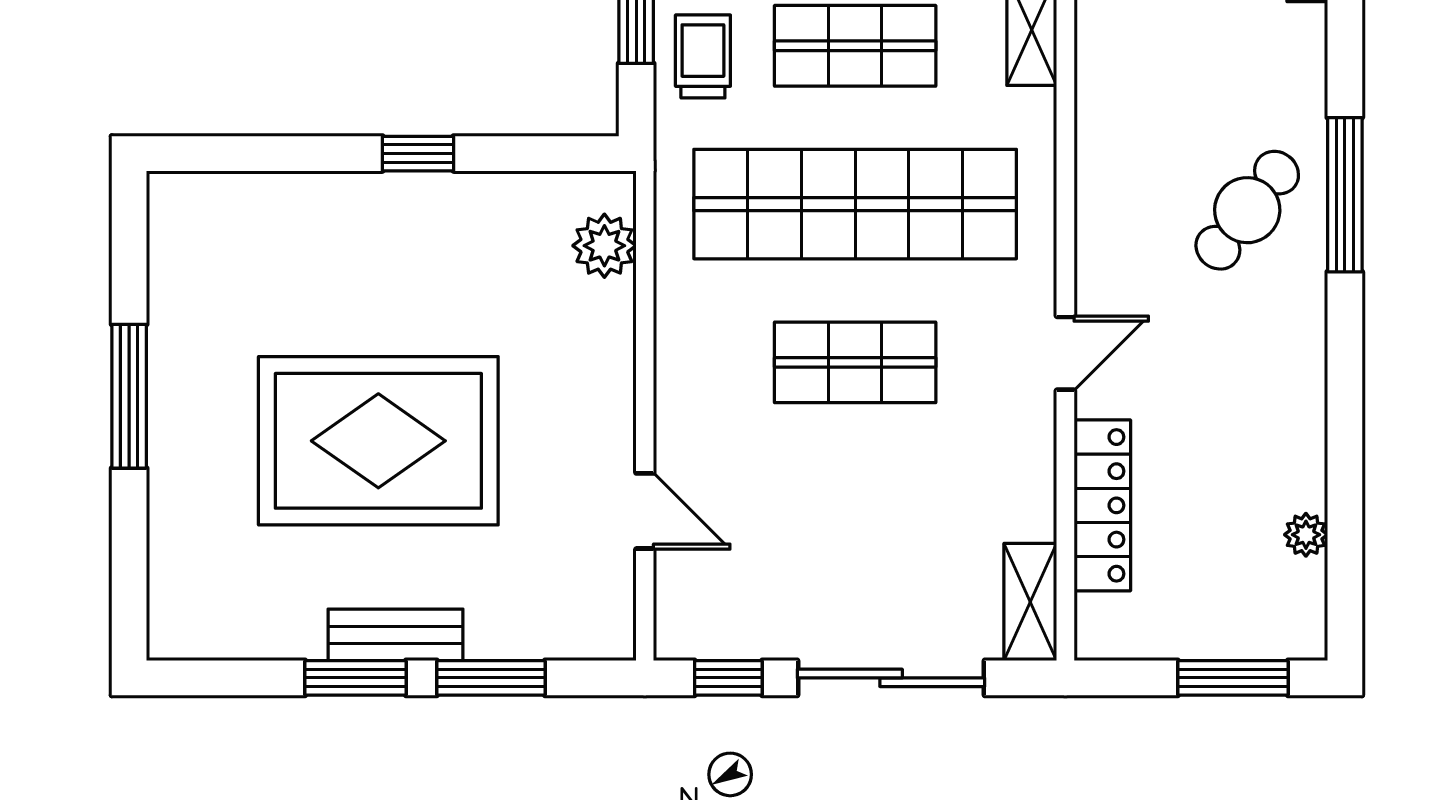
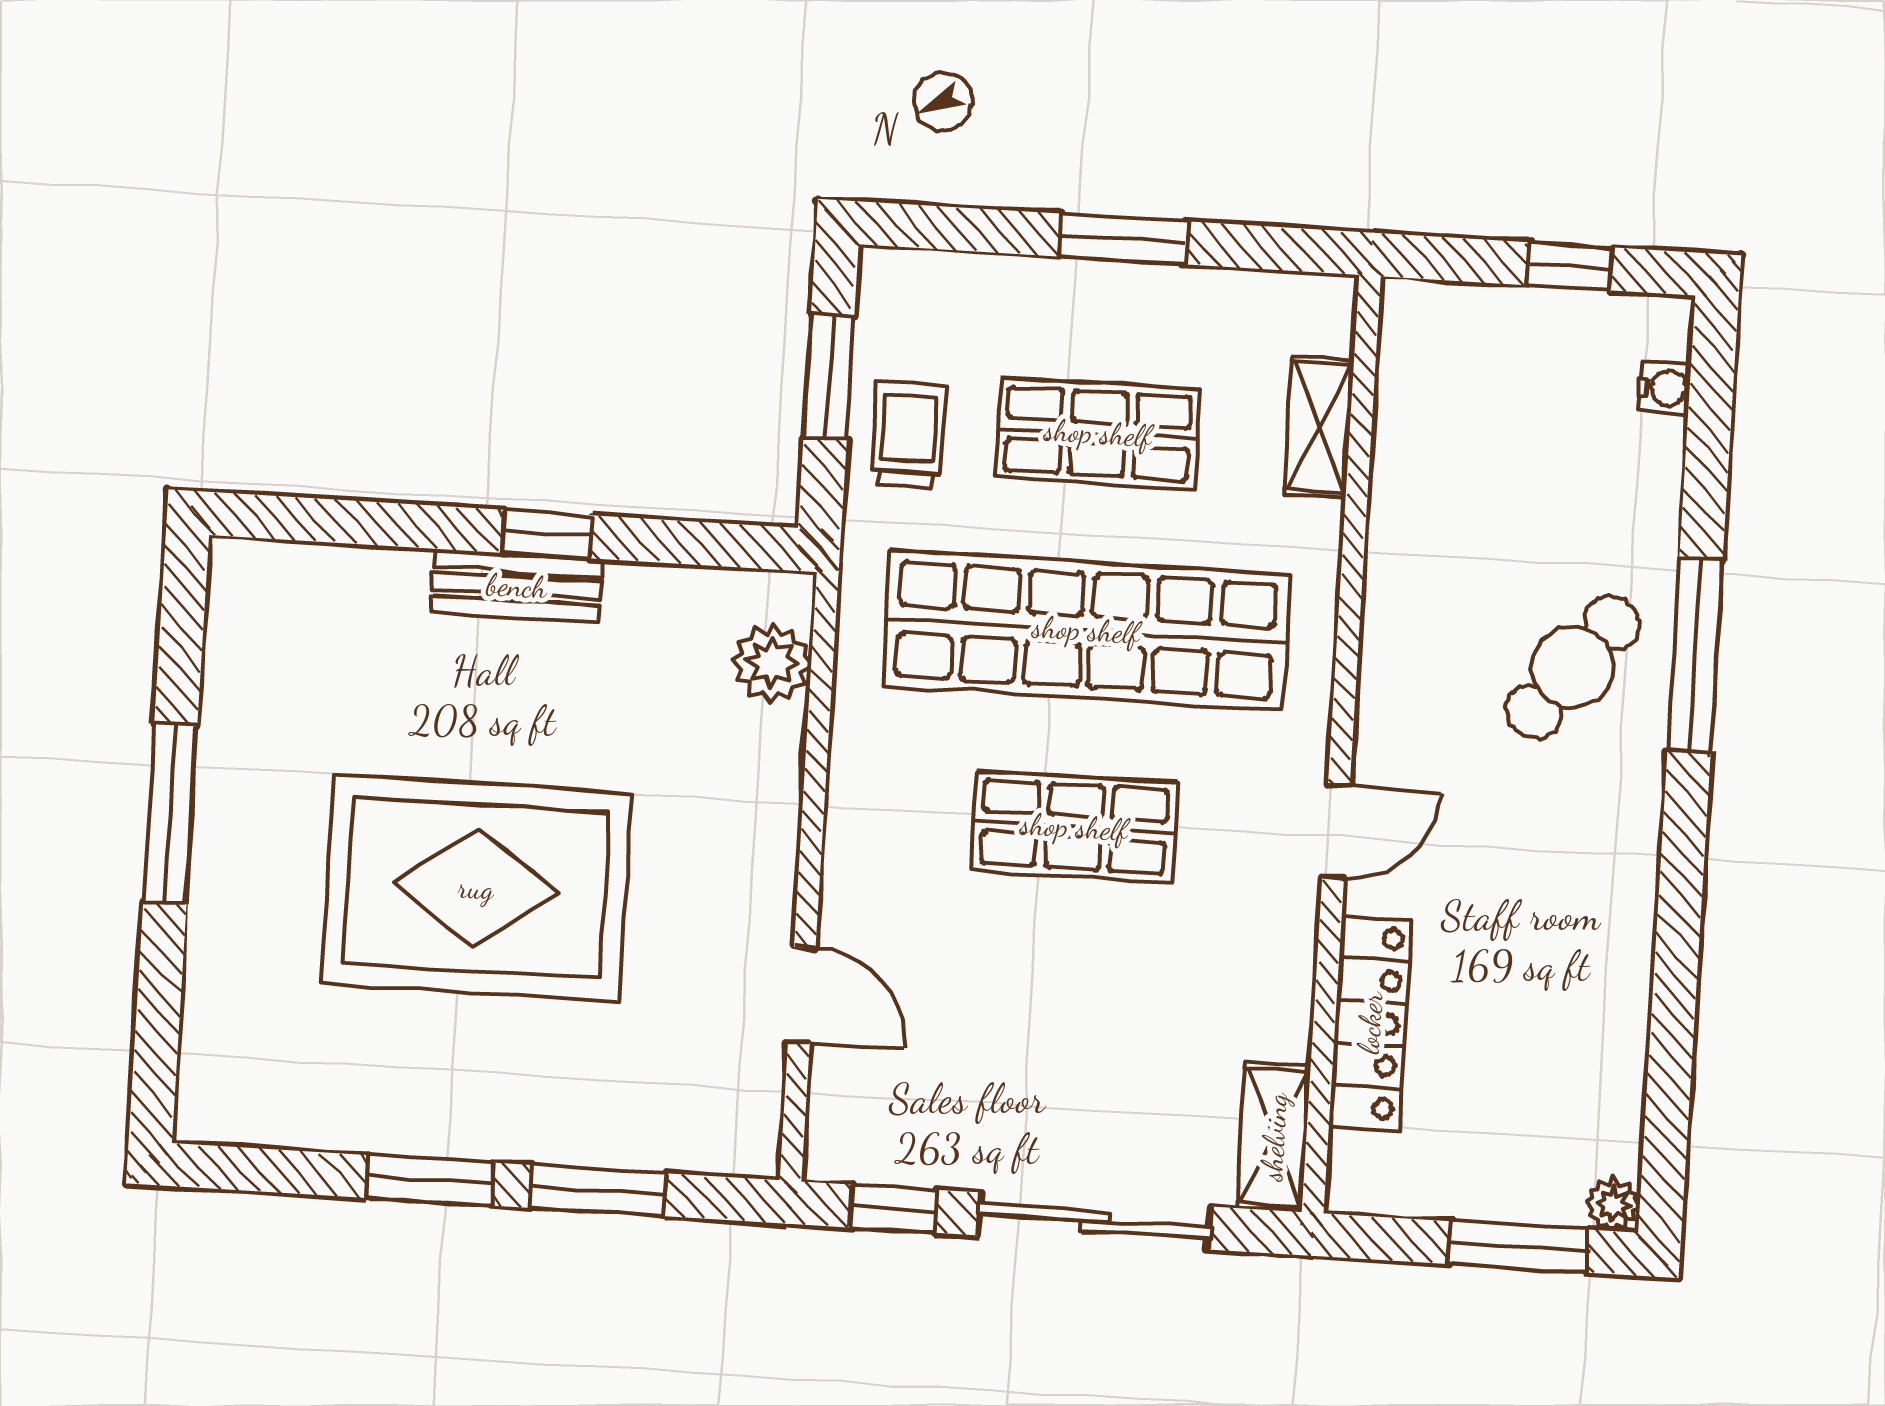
plant: (1306, 535) -> (1613, 1204), moved
bench: (396, 635) -> (517, 586), moved

